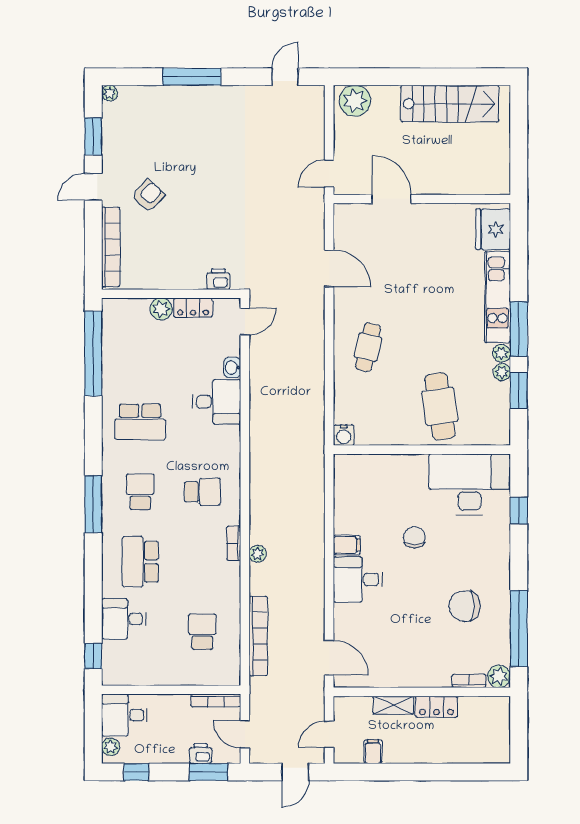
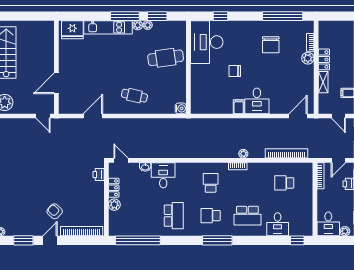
door: (93, 187) -> (50, 240), swing flipped
plant: (499, 676) -> (308, 58), moved

